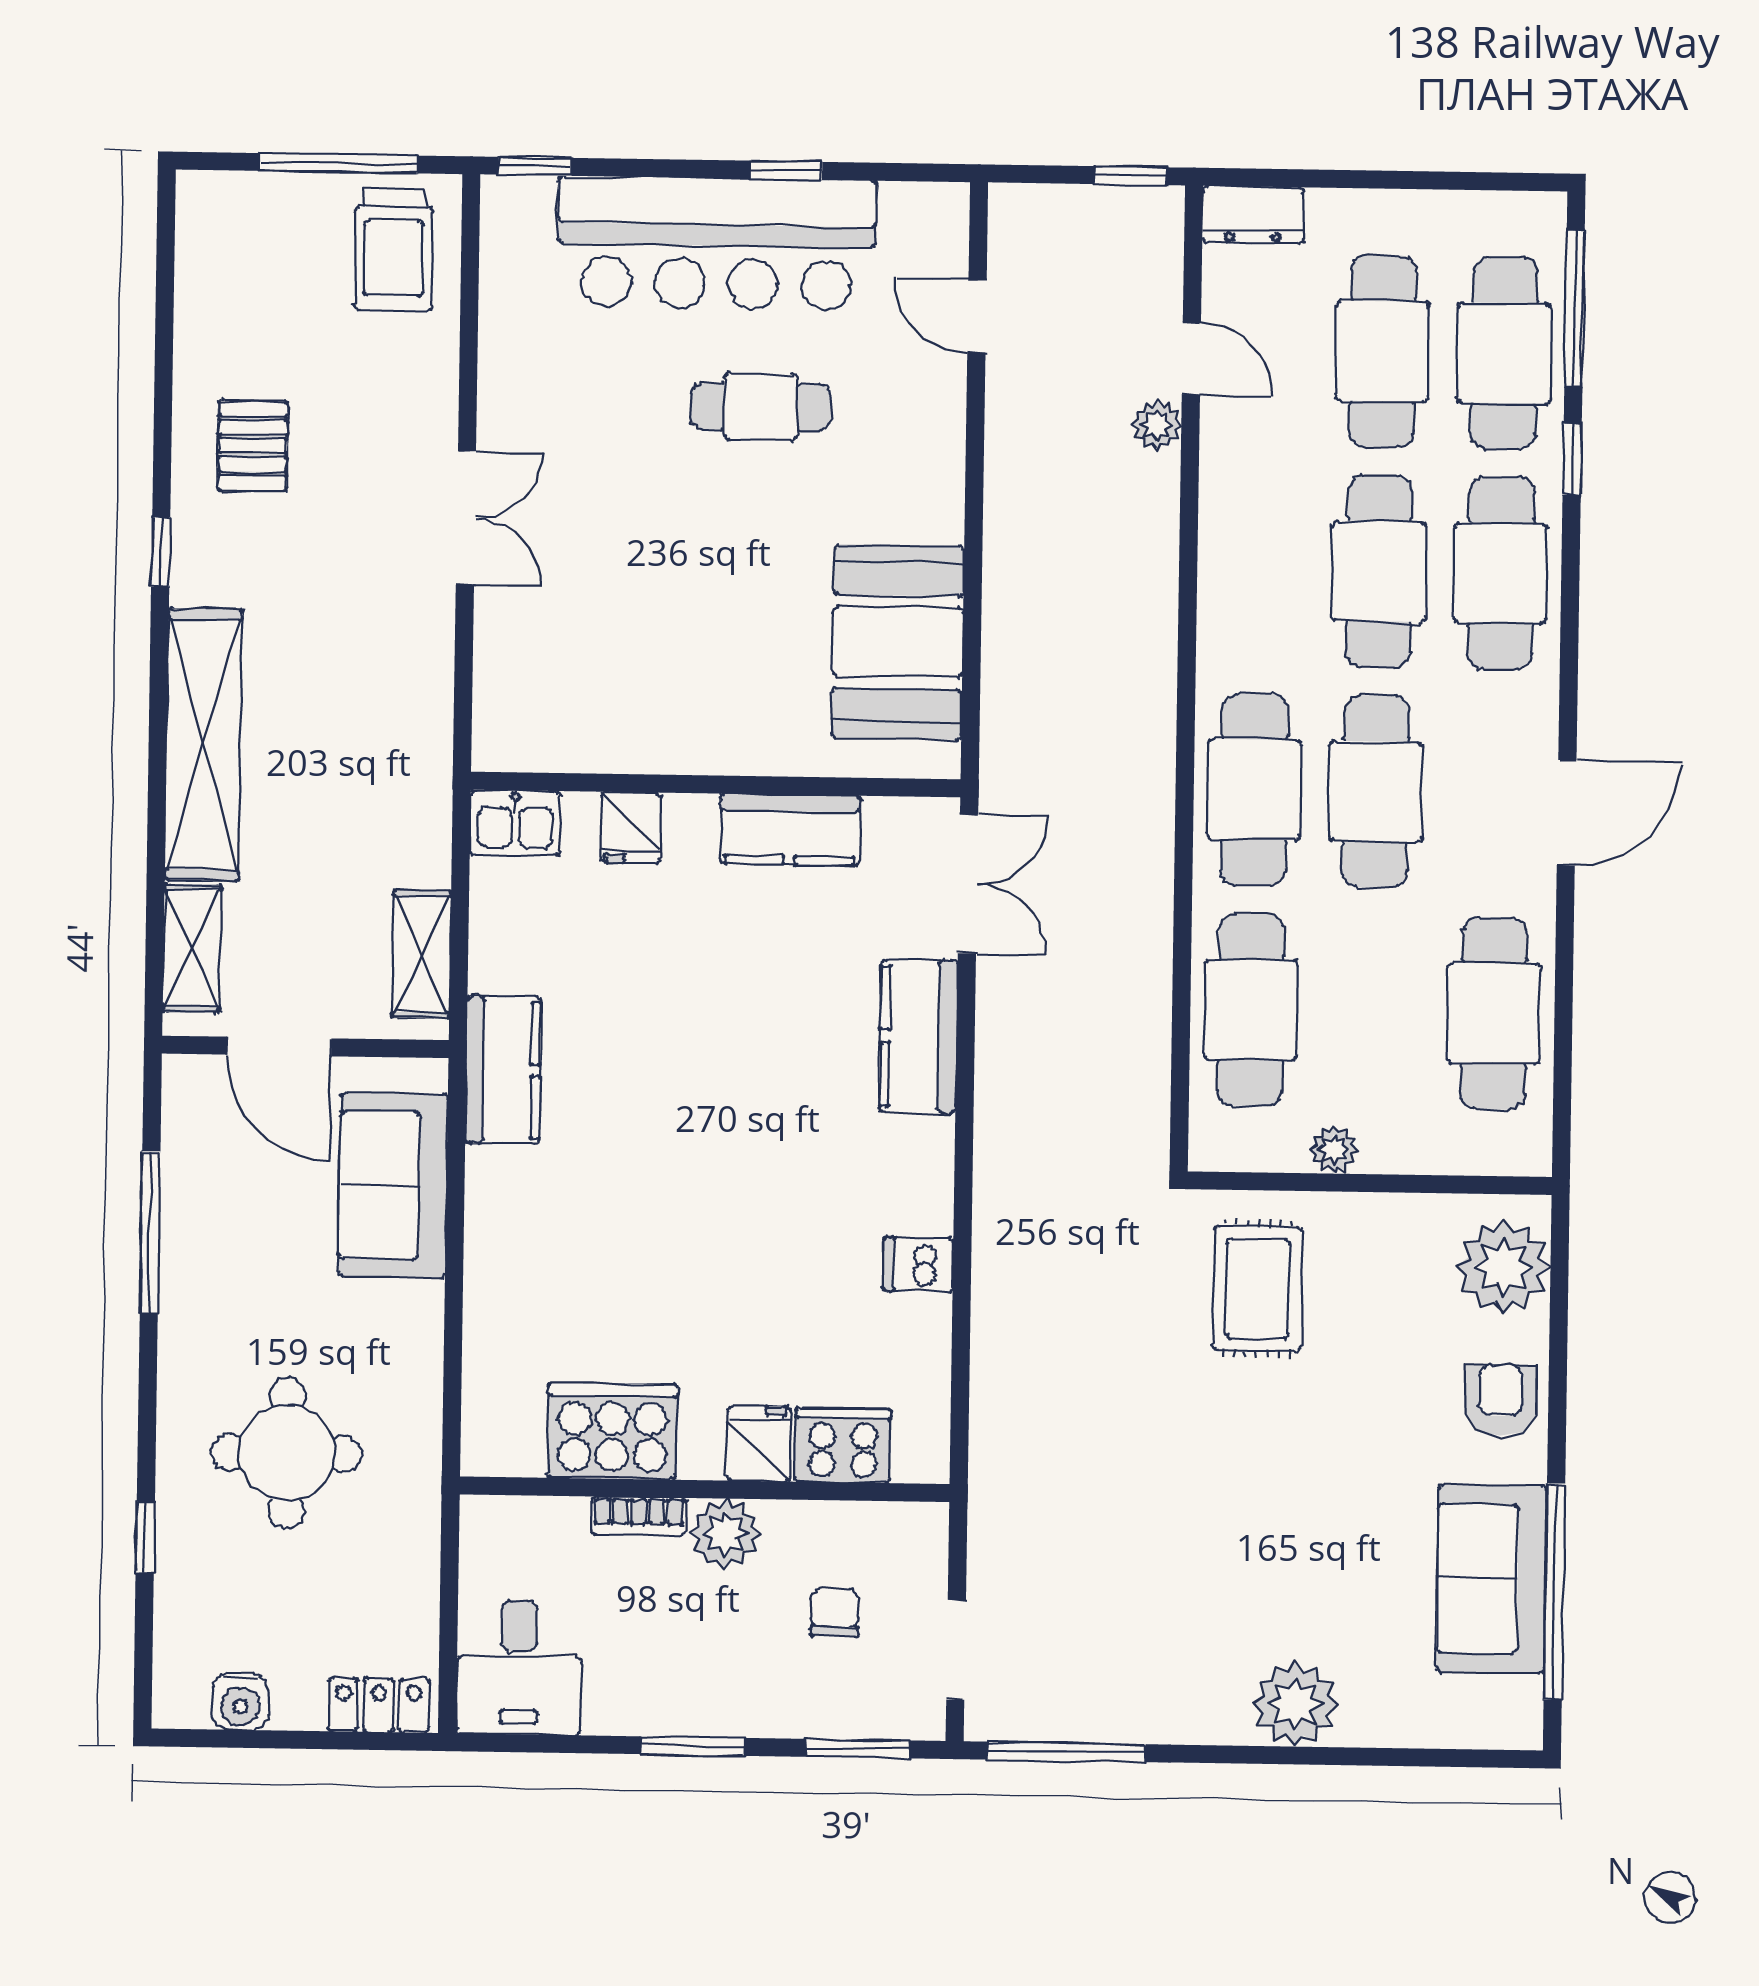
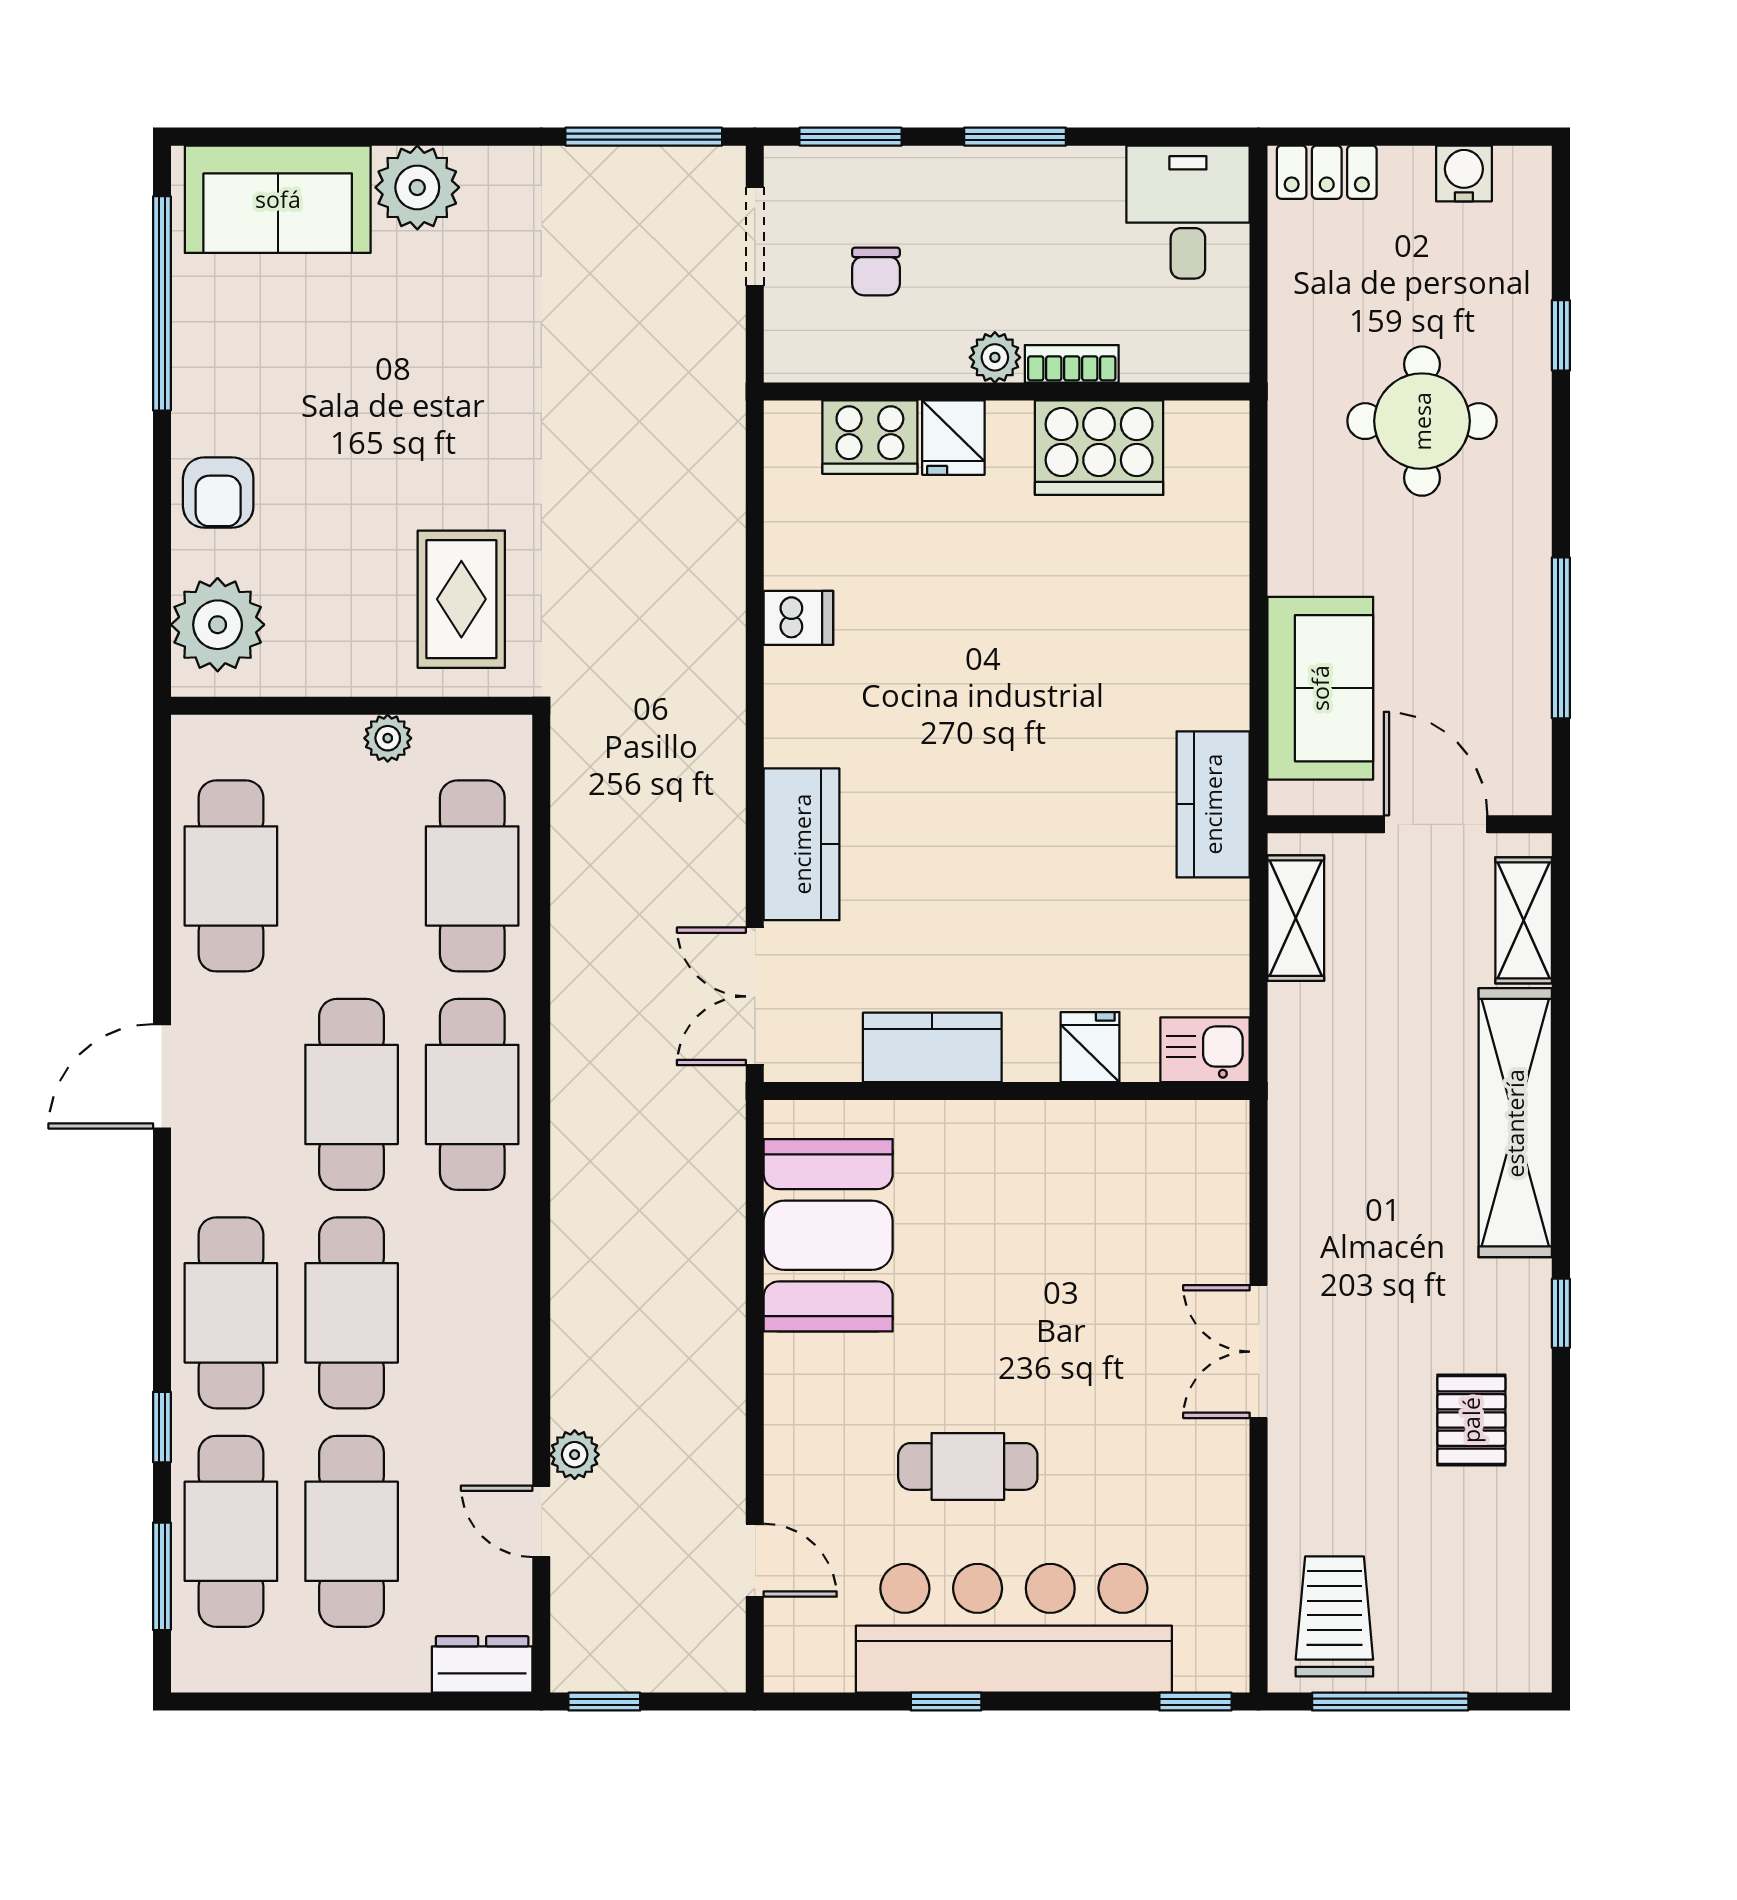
window: (1575, 309) -> (162, 1576), width x0.69
plant: (725, 1534) -> (995, 357), width x0.73, depth x0.73
sofa: (1491, 1579) -> (278, 199), moved, turned 90

